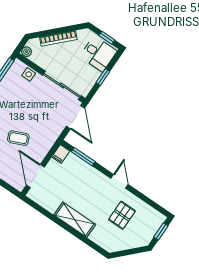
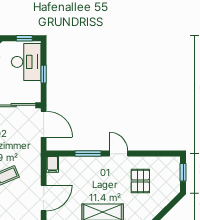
desk: (98, 54) -> (26, 62), width x1.37
window: (83, 157) -> (88, 154), moved
door: (35, 176) -> (44, 198), swing flipped

